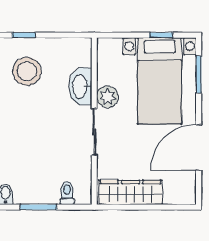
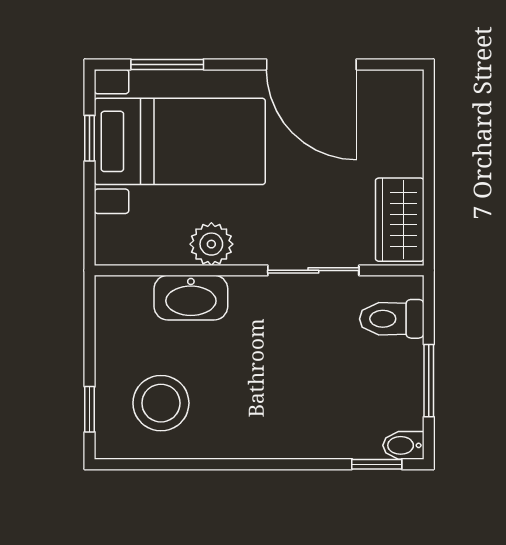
sliding door: (94, 132) -> (313, 270), moved
wardrobe: (131, 192) -> (400, 220), width x0.67
toilet: (67, 193) -> (392, 319), width x1.37, depth x1.39

